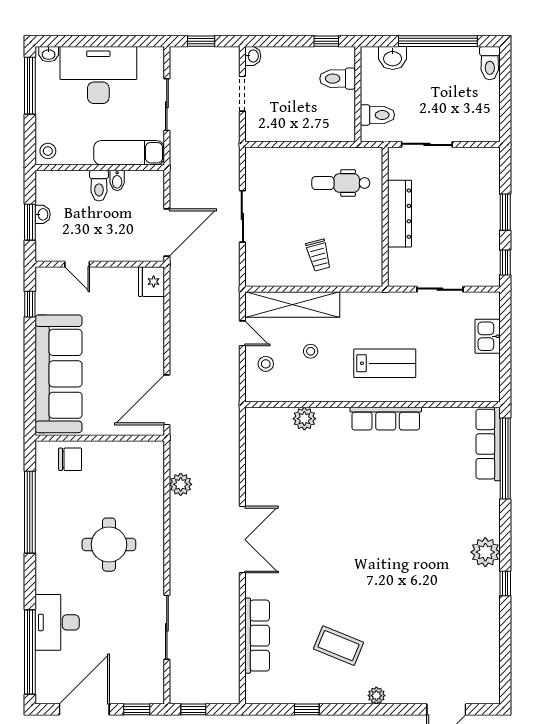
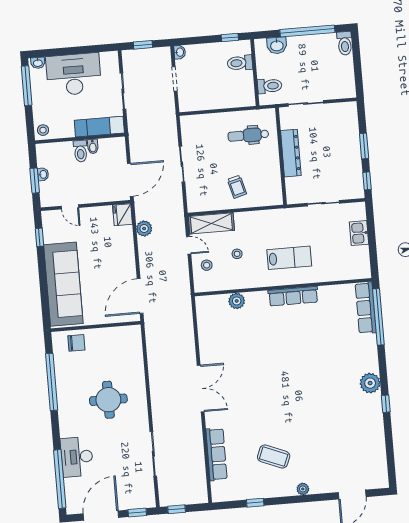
shelving: (293, 305) -> (211, 223), width x0.68
plant: (181, 484) -> (144, 229), moved

